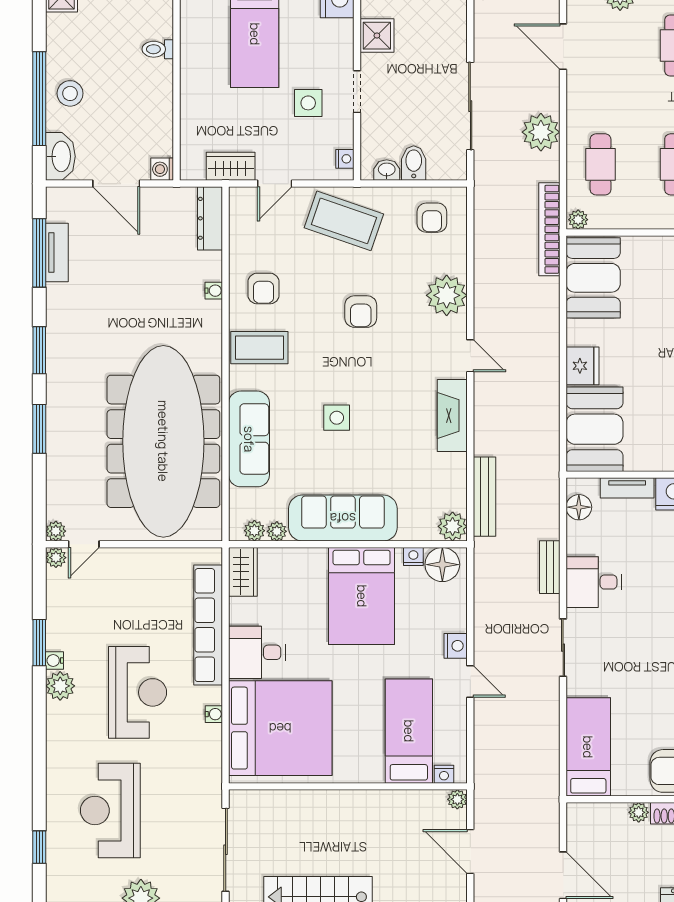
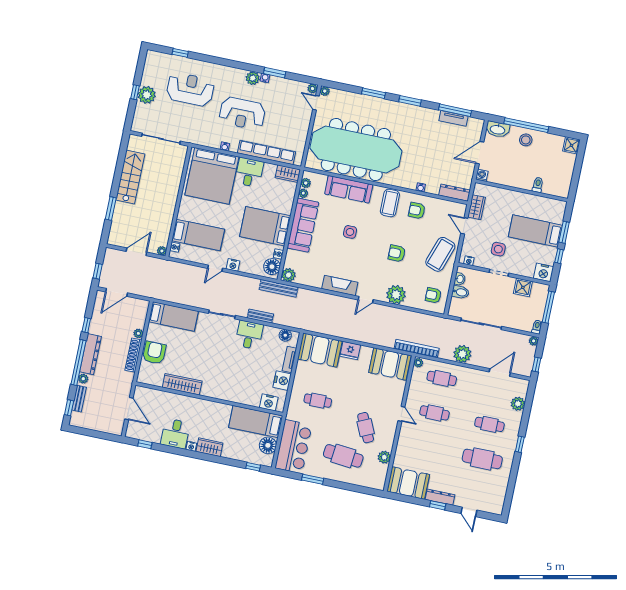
bench: (485, 497) -> (279, 288), moved

